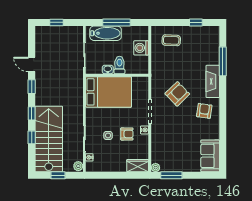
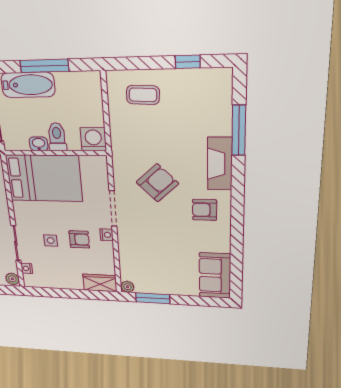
washing machine: (141, 48) -> (93, 139), moved, turned 90
armchair: (204, 111) -> (205, 210), turned -98

